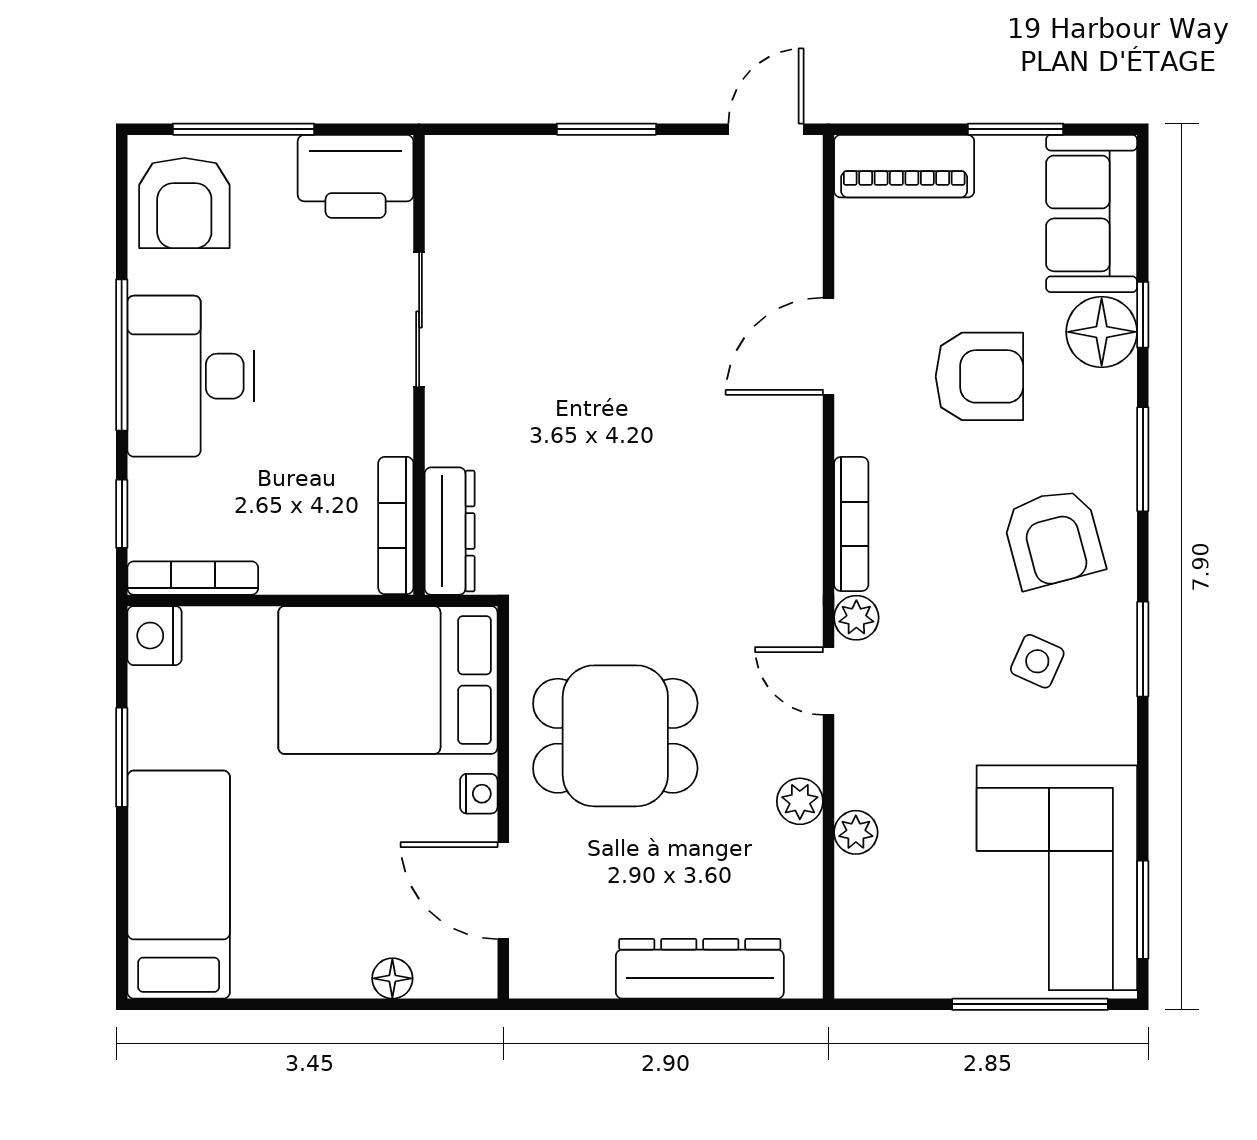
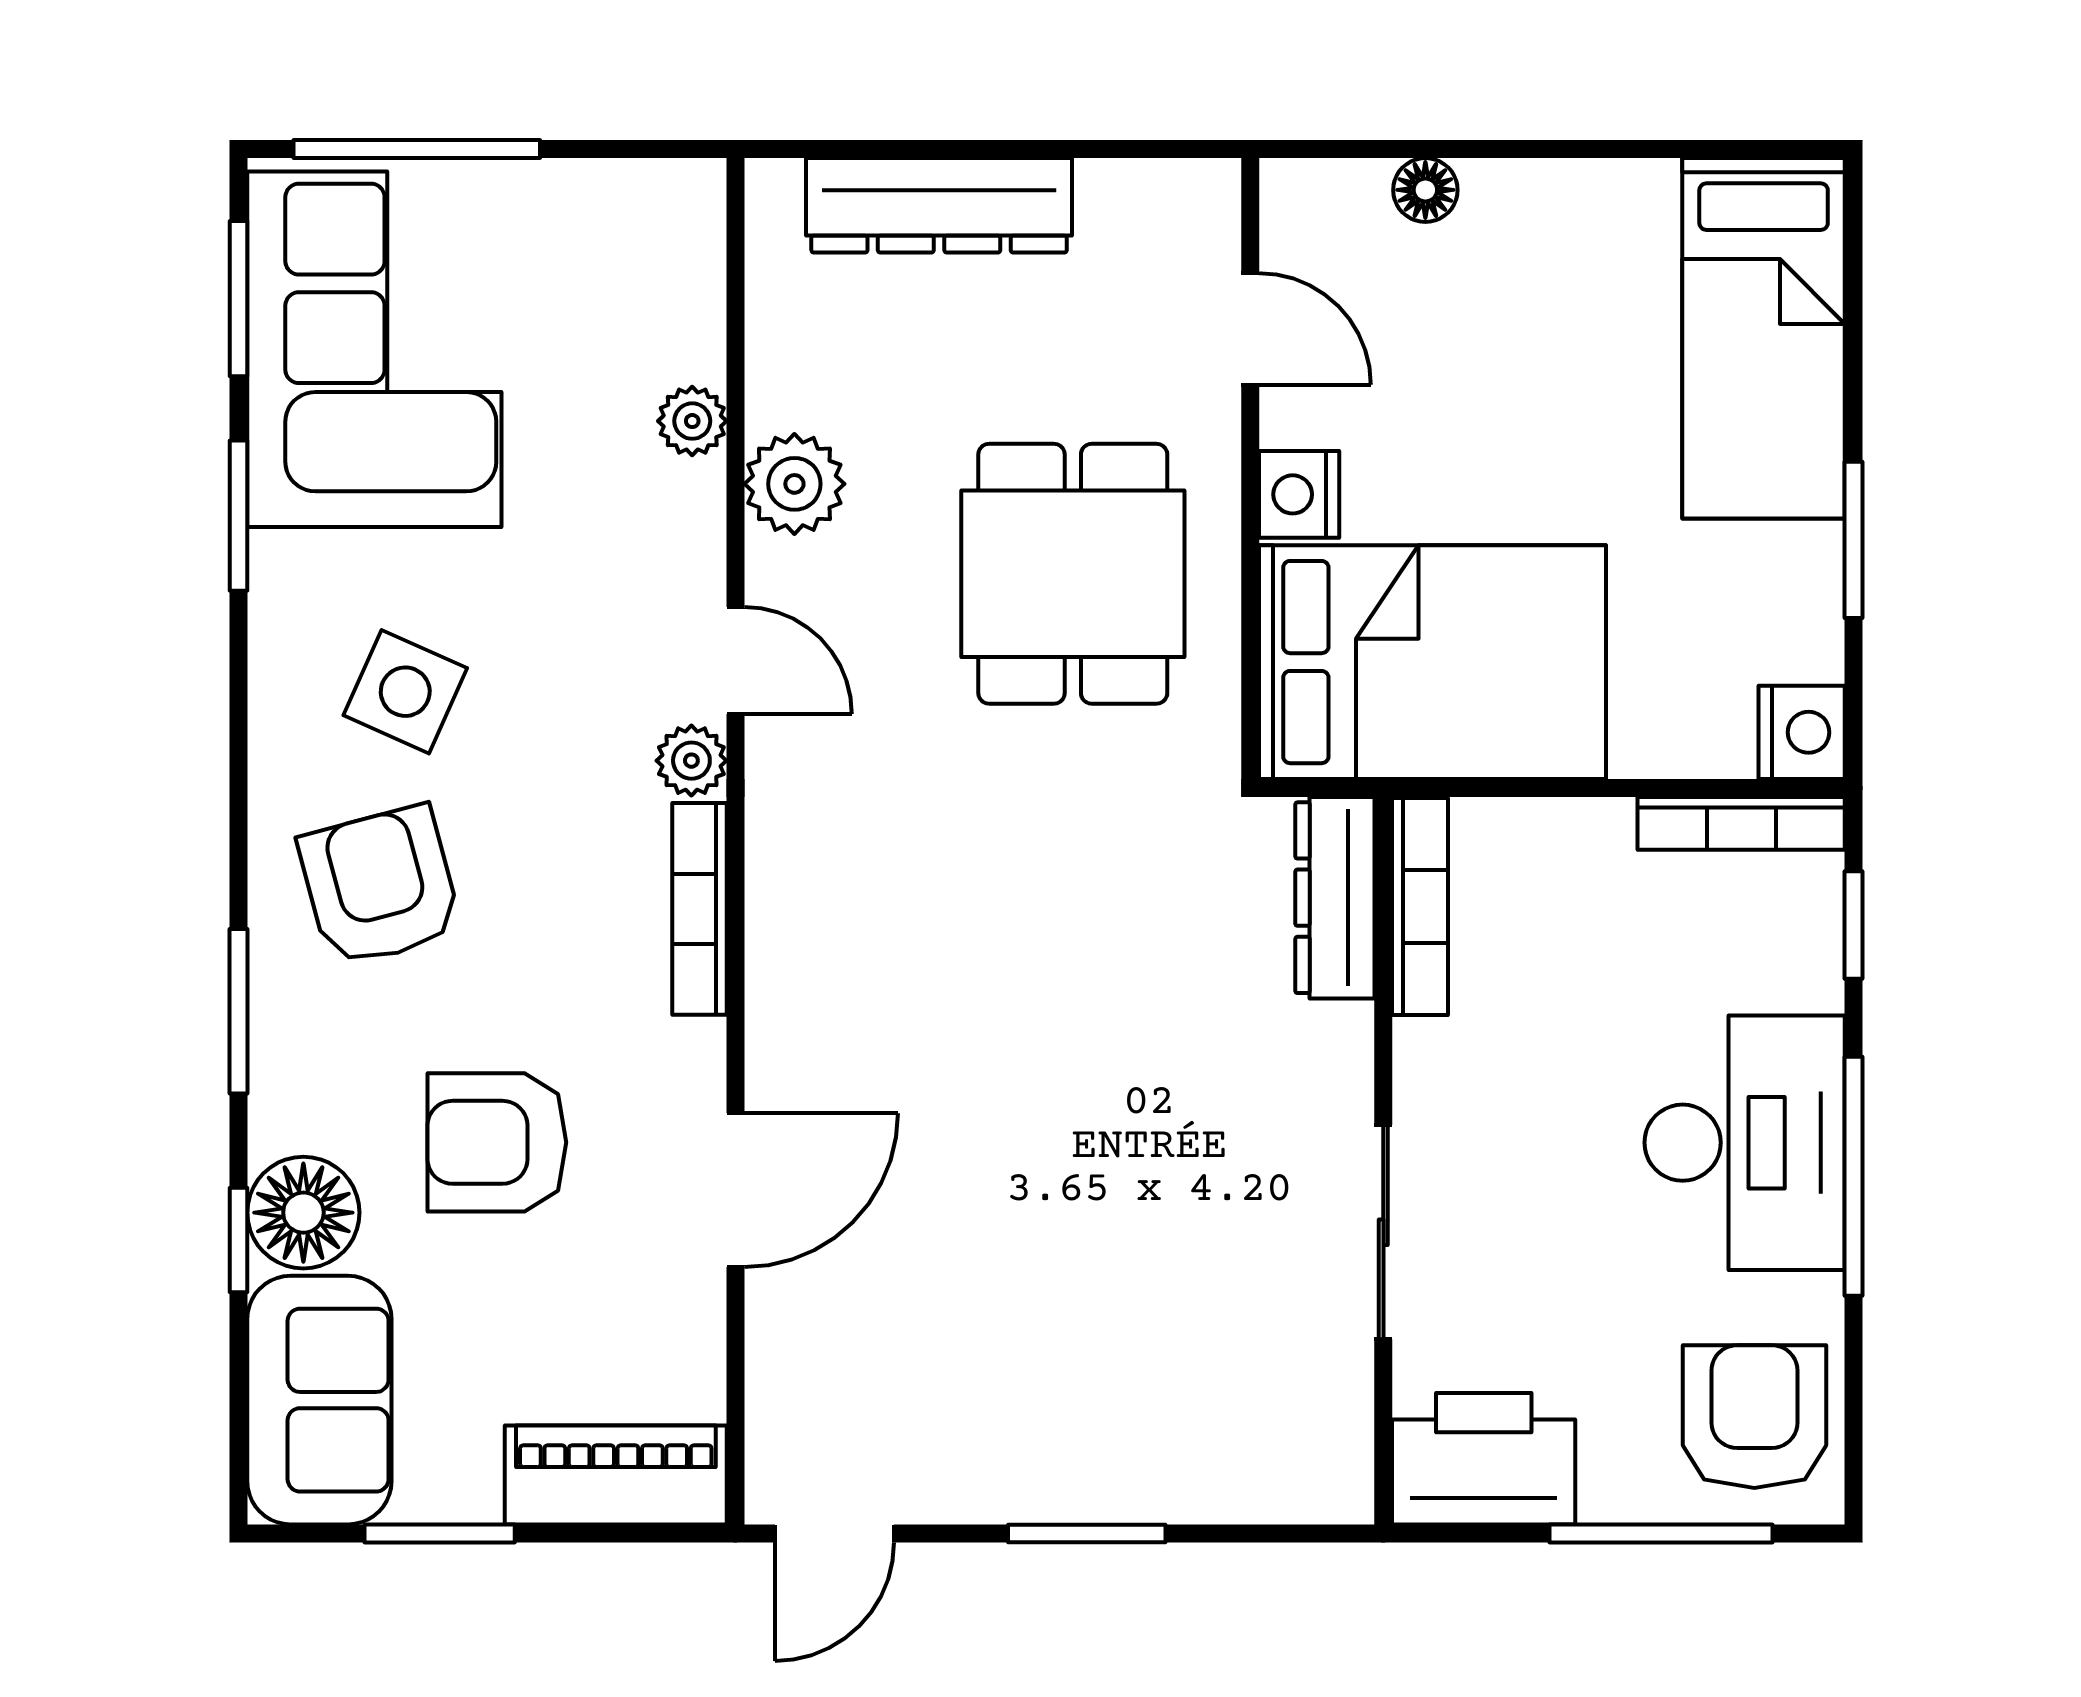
window: (1143, 649) -> (239, 516), moved
side table: (1037, 661) -> (405, 692), width x1.37, depth x1.37
dining table: (615, 736) -> (1073, 574), turned 90
nightstand: (479, 794) -> (1299, 494), width x1.39, depth x1.35
plant: (800, 801) -> (794, 484), width x1.38, depth x1.38
door: (503, 891) -> (1250, 329), width x0.73

